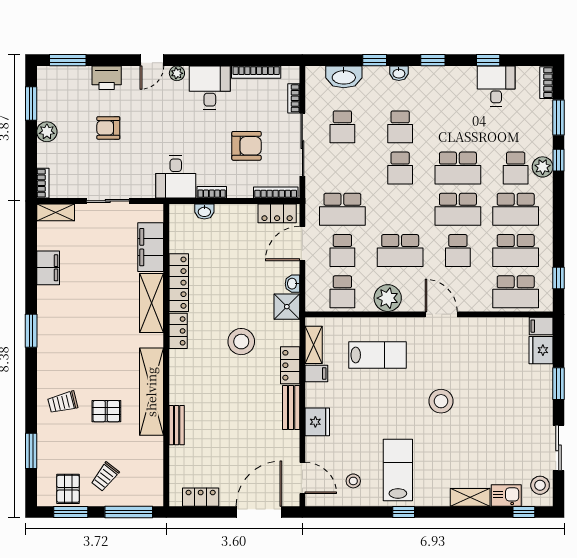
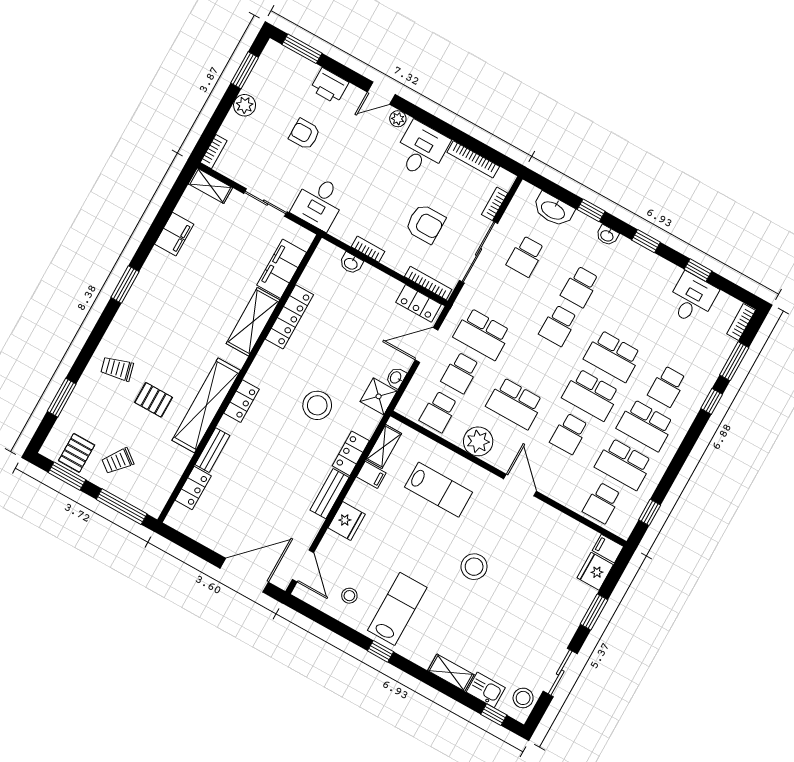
plant: (543, 167) -> (693, 399), removed
desk: (176, 177) -> (319, 203), moved
school desk: (516, 292) -> (602, 503), width x0.54
locker: (178, 331) -> (242, 401), moved
locker: (201, 497) -> (193, 488), moved, turned 90

